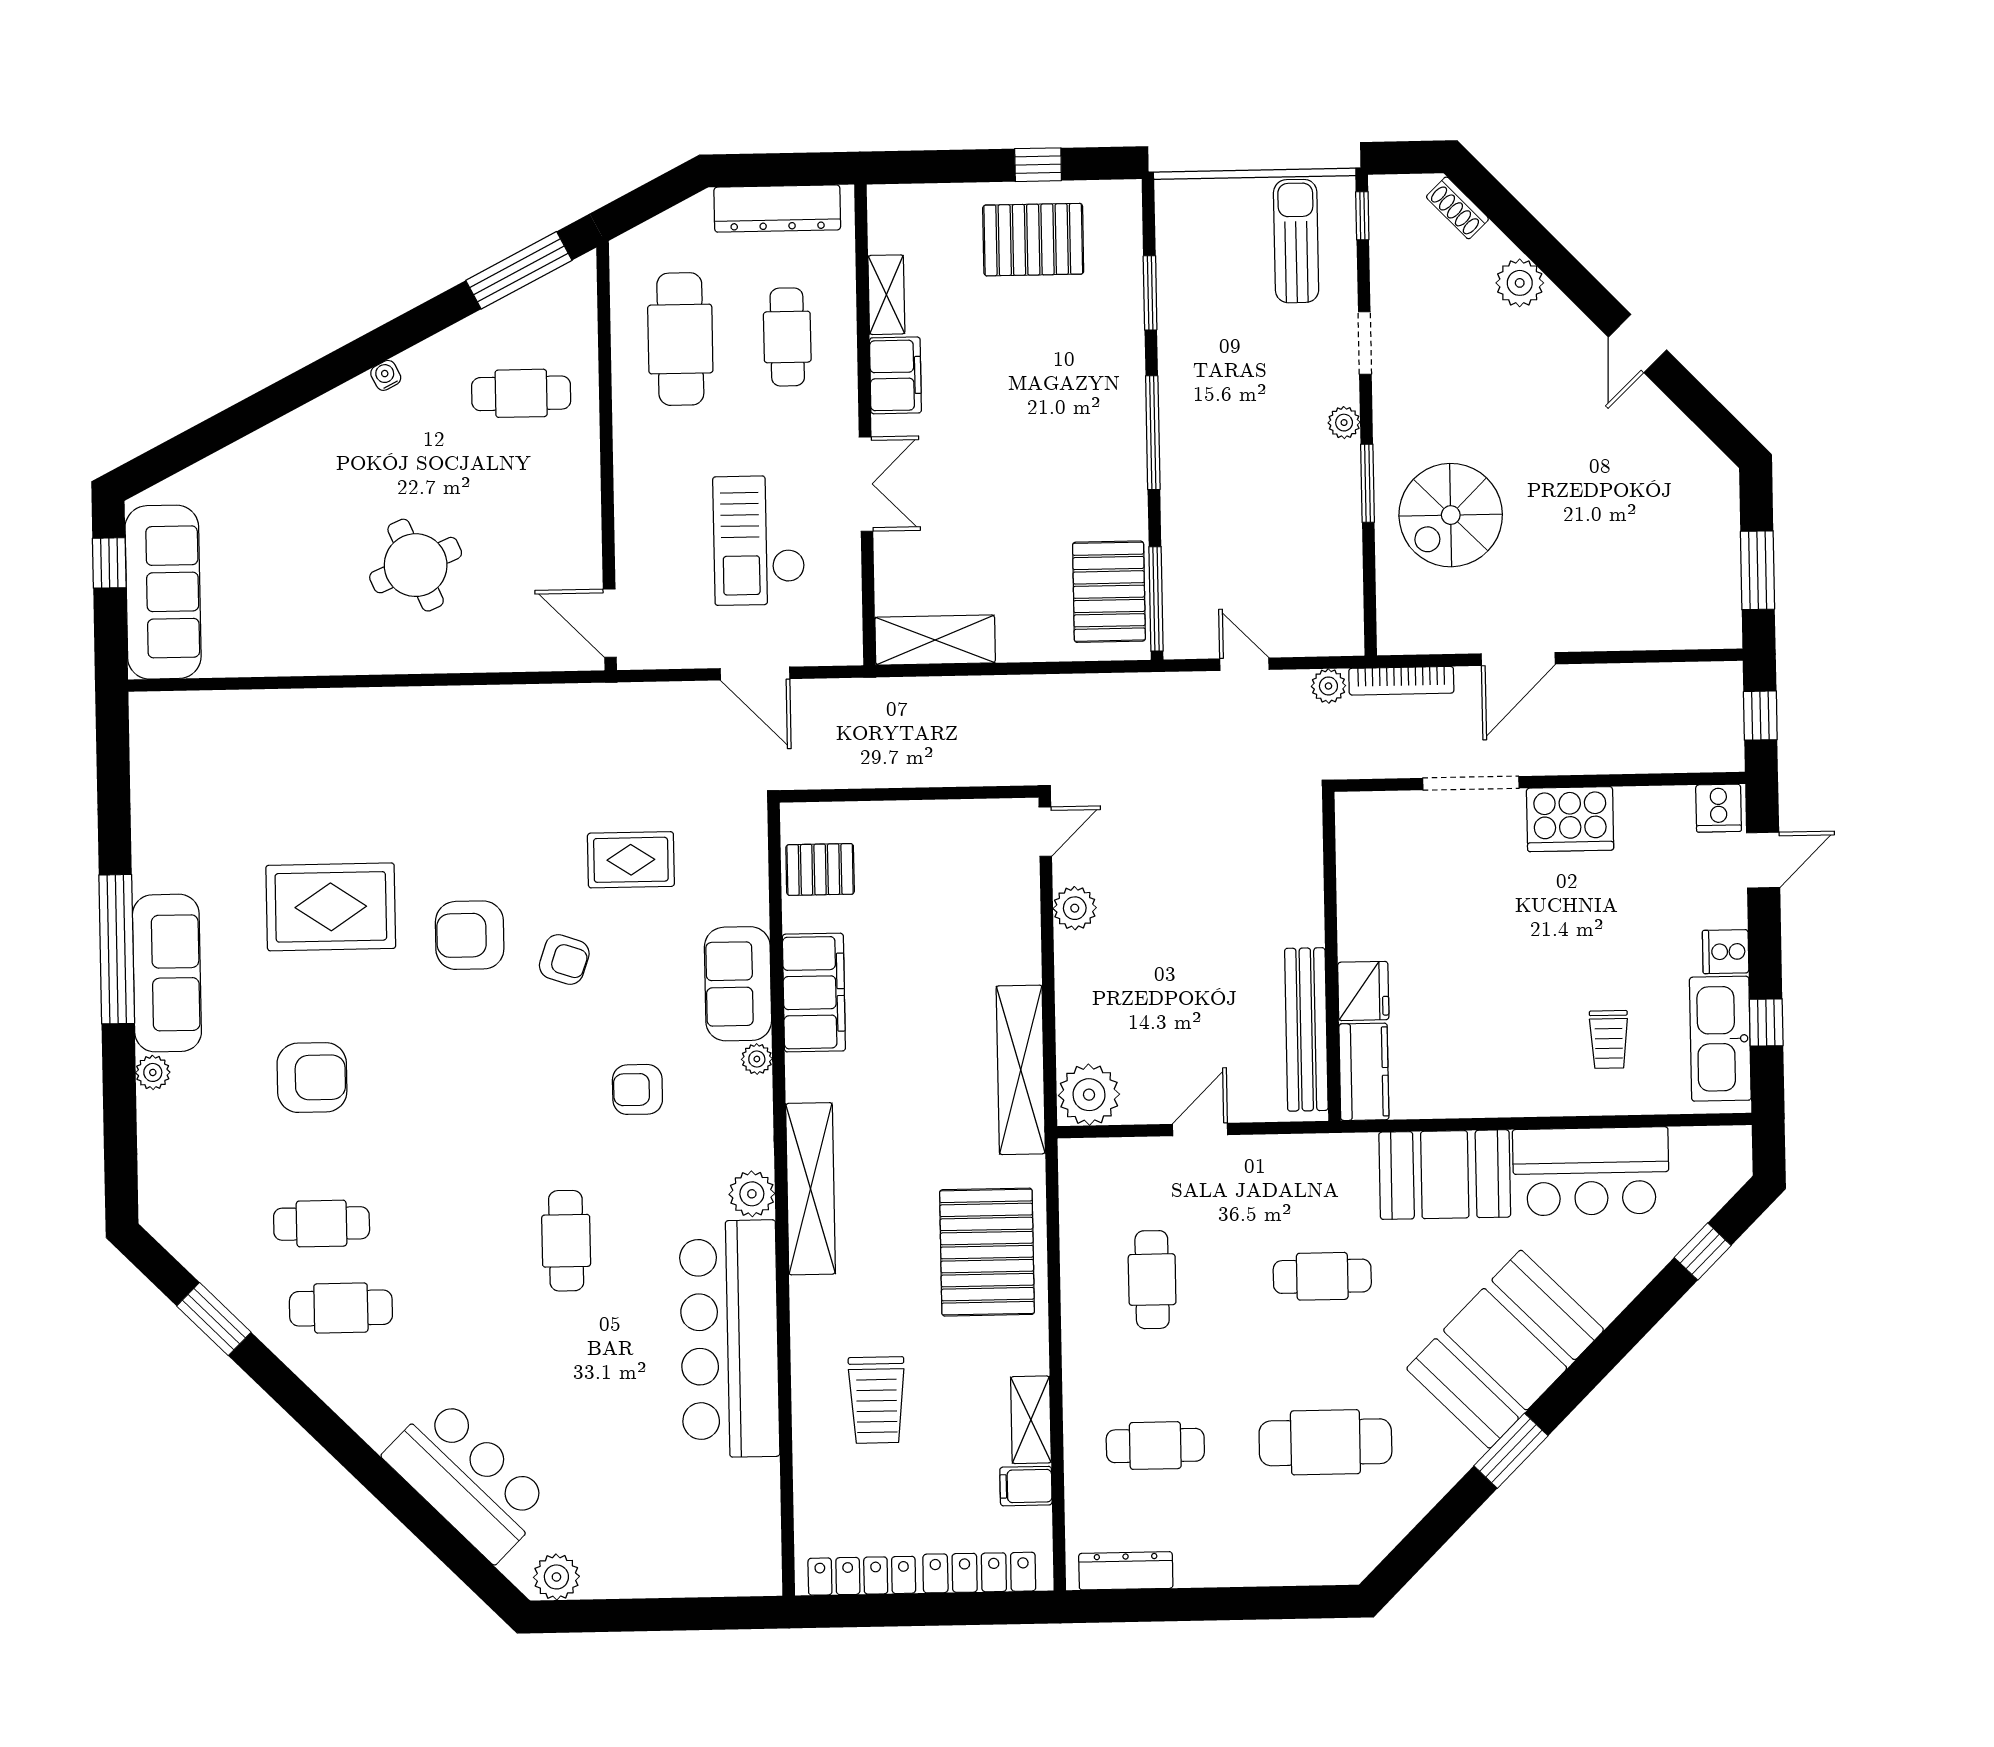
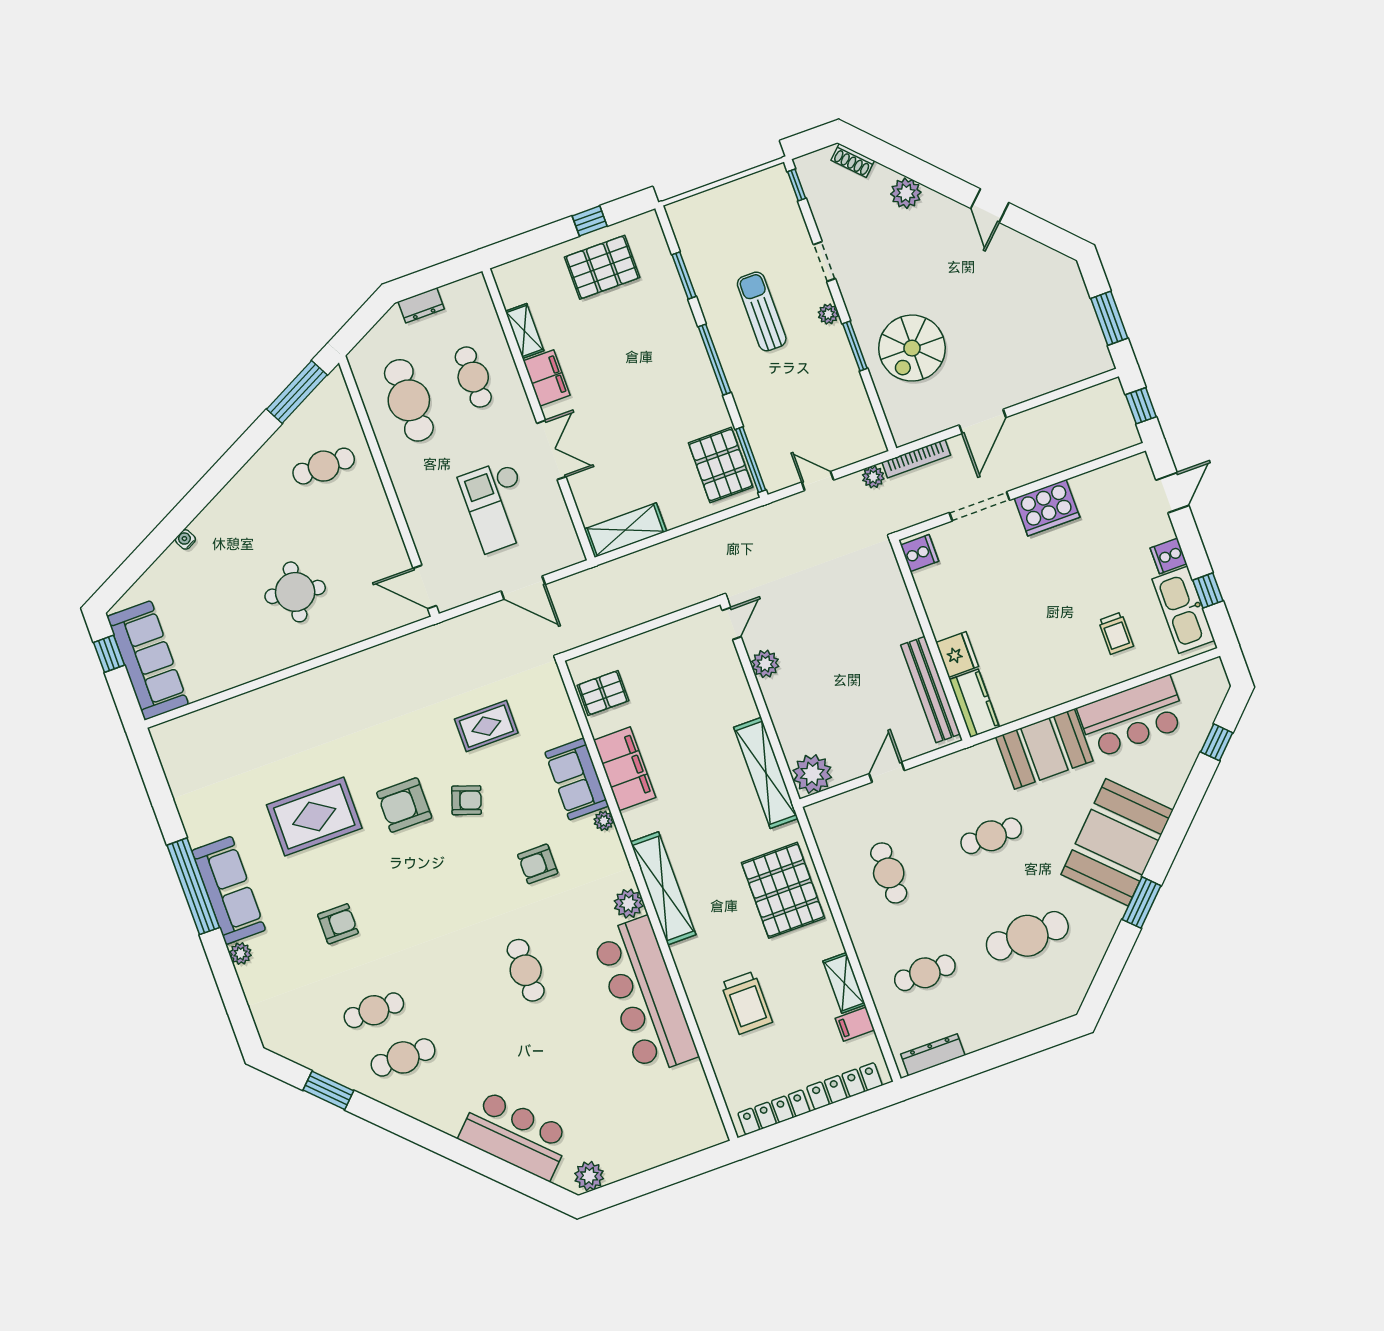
dresser: (777, 209) -> (421, 305), width x0.51, depth x0.80
sun lounger: (1296, 241) -> (762, 311), moved
water cooler: (386, 375) -> (185, 539), moved
round table: (416, 565) -> (295, 592), turned 32
cooker: (1719, 808) -> (919, 553), moved, turned -90
armchair: (312, 1078) -> (338, 924), width x0.72, depth x0.72

